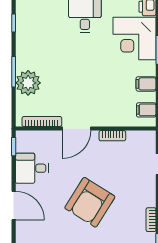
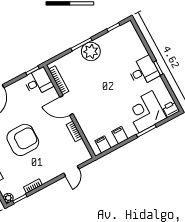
plant: (28, 83) -> (91, 51), moved
desk: (32, 168) -> (38, 82), moved, turned 90
armchair: (90, 202) -> (23, 140), turned 148

